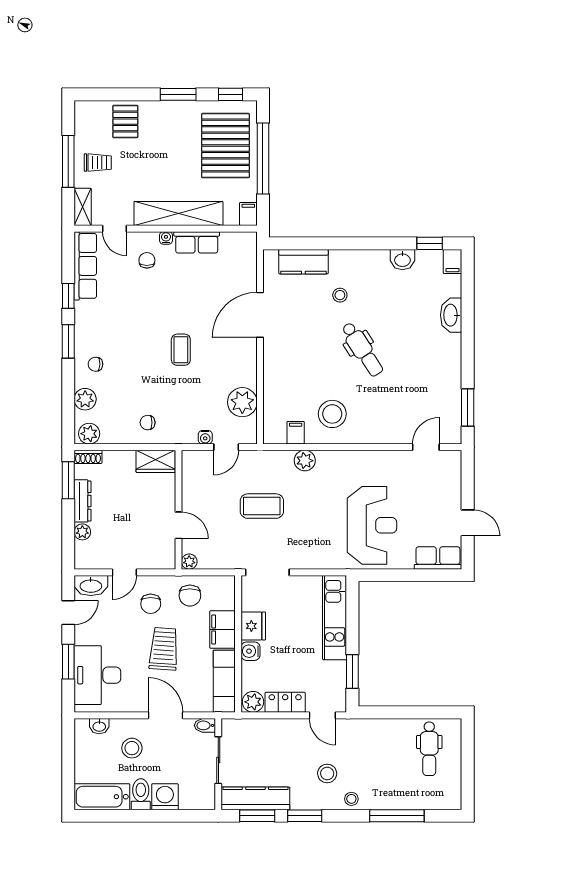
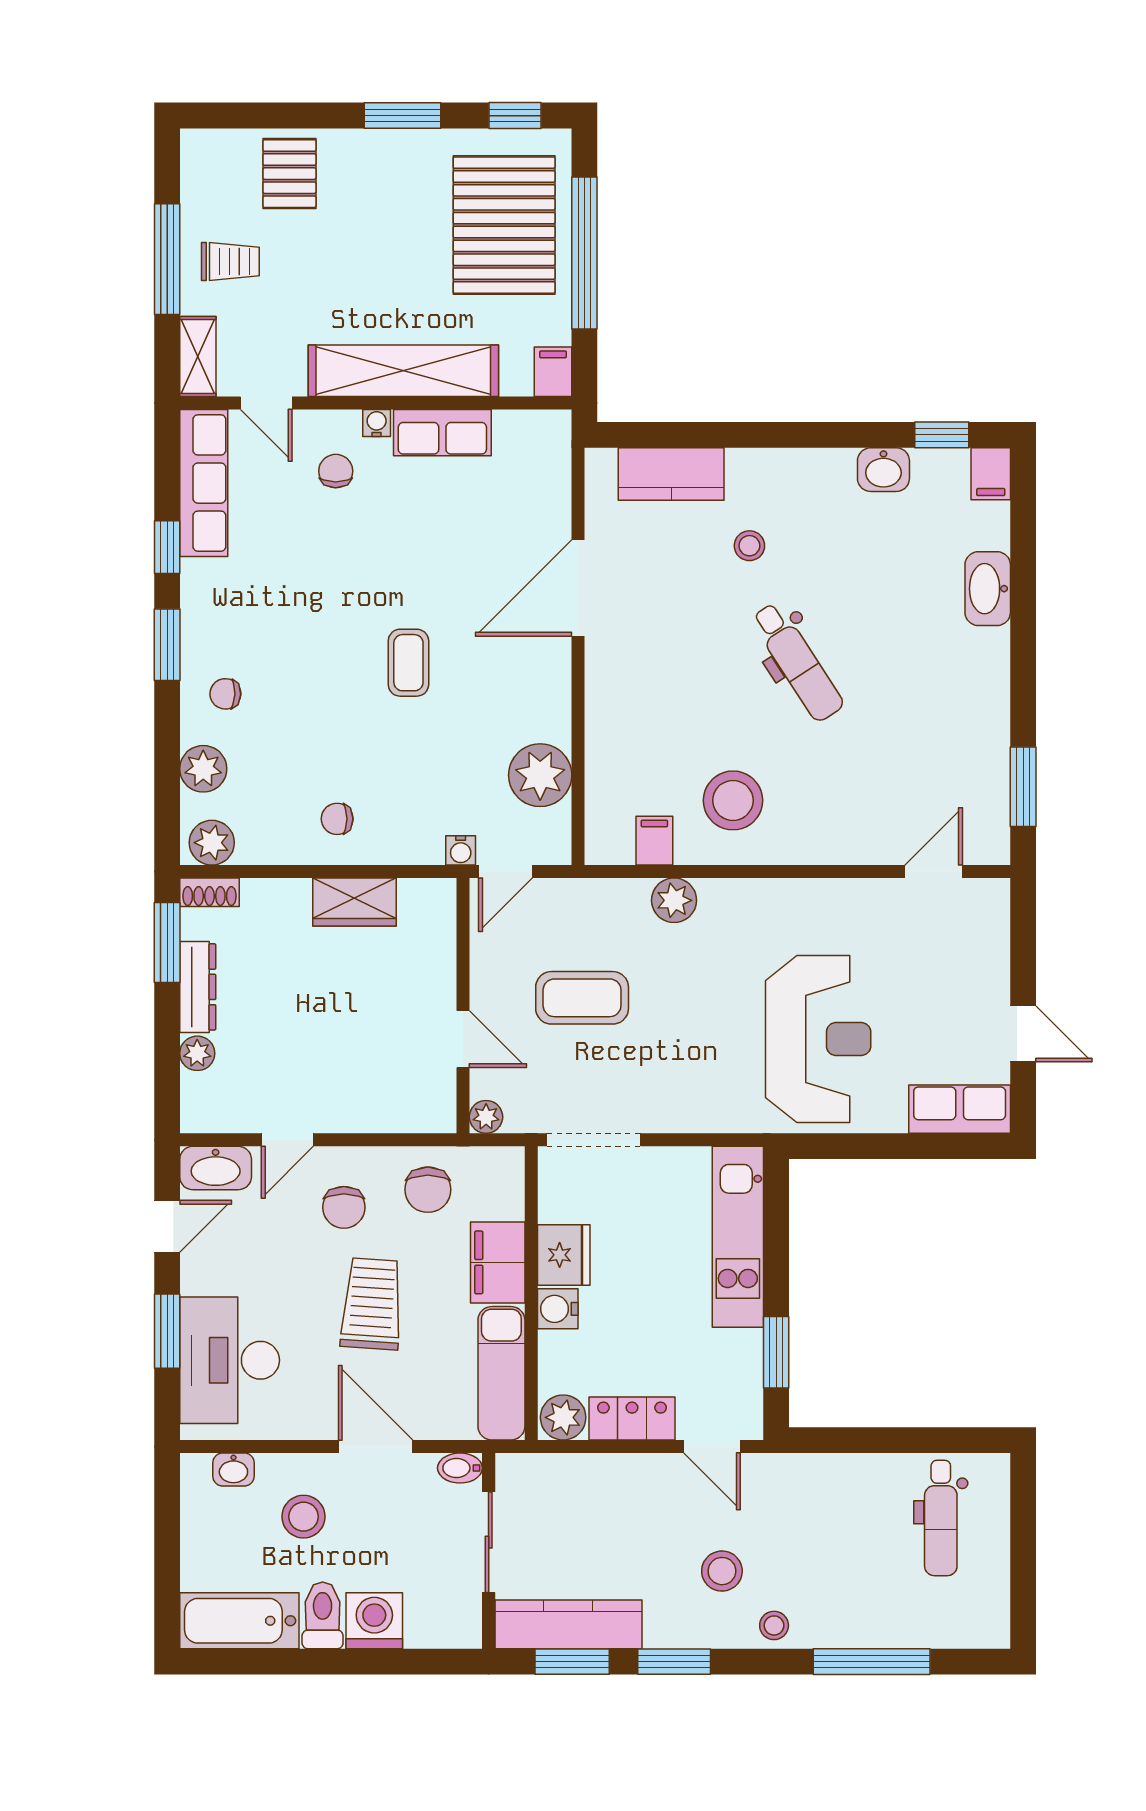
wall: (179, 510) -> (463, 1006), moved
door: (179, 525) -> (463, 1039), moved
plant: (189, 562) -> (486, 1117), moved

